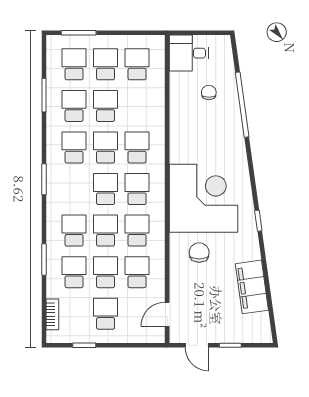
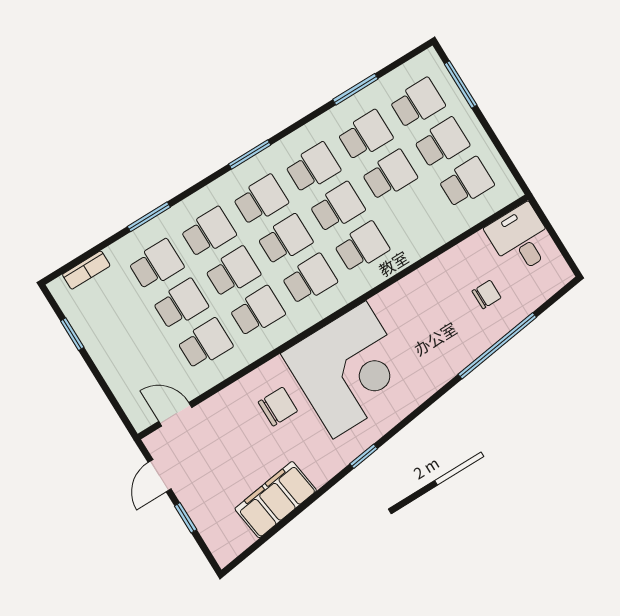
school desk: (106, 314) -> (261, 200), moved

